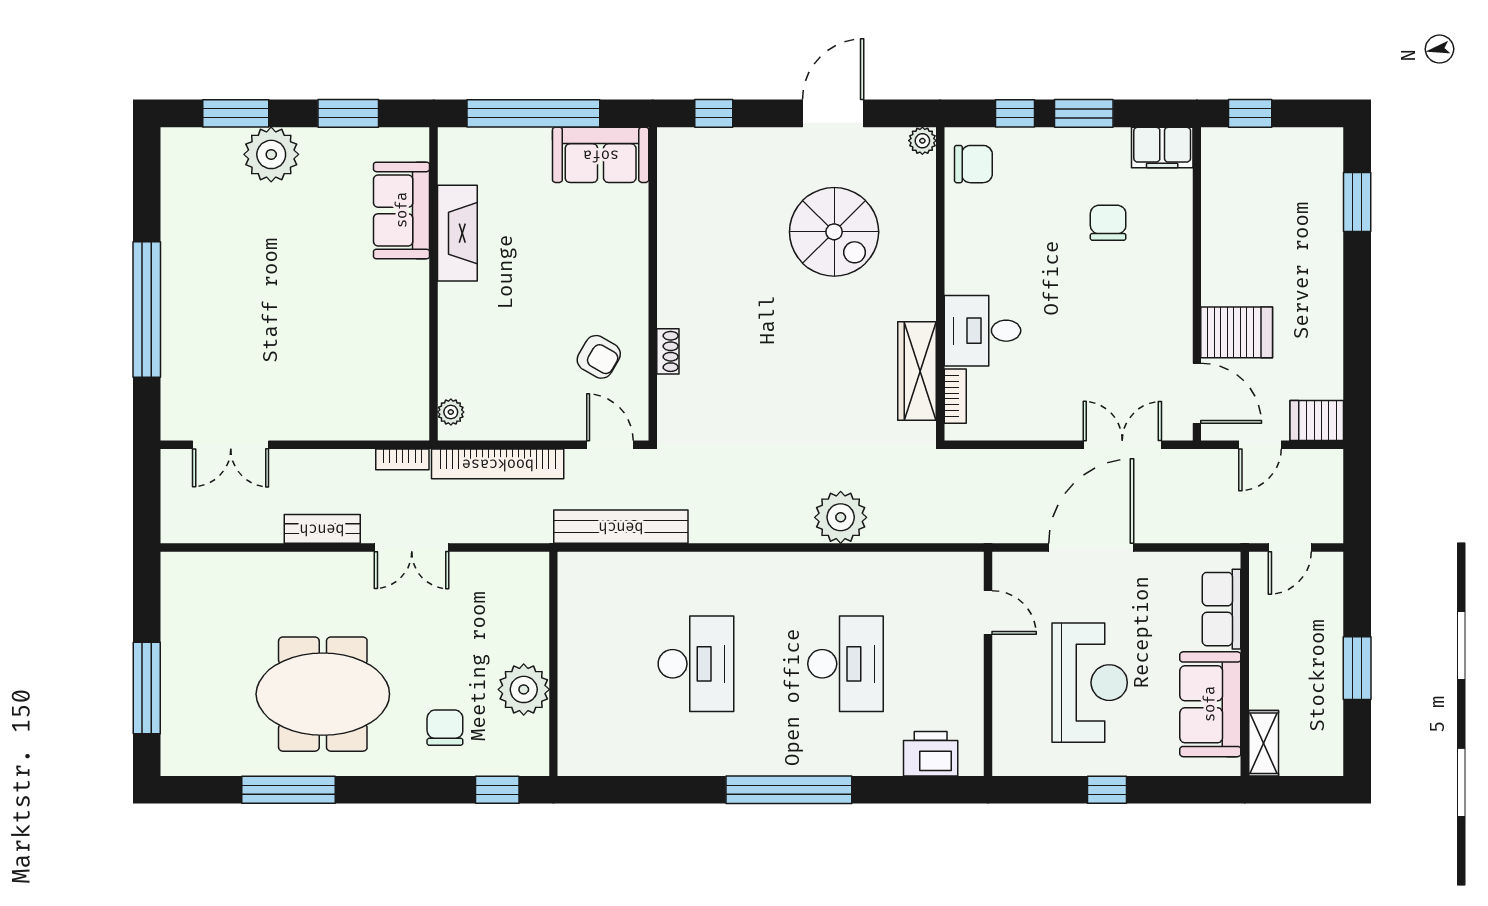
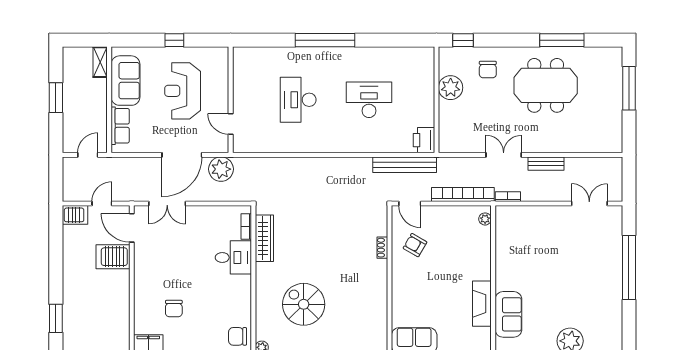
plant: (841, 517) -> (221, 169), moved
desk: (696, 664) -> (369, 100), turned 90
printer: (931, 754) -> (424, 140), moved, turned 90

